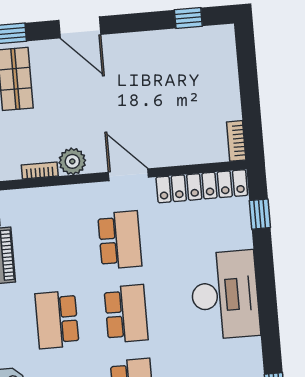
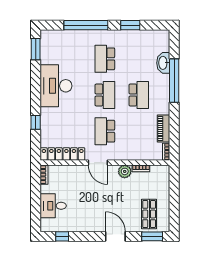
desk: (212, 79) -> (53, 206), added
window: (260, 214) -> (36, 122), moved
desk: (225, 295) -> (56, 86), moved
school desk: (126, 314) -> (105, 95), turned 180

